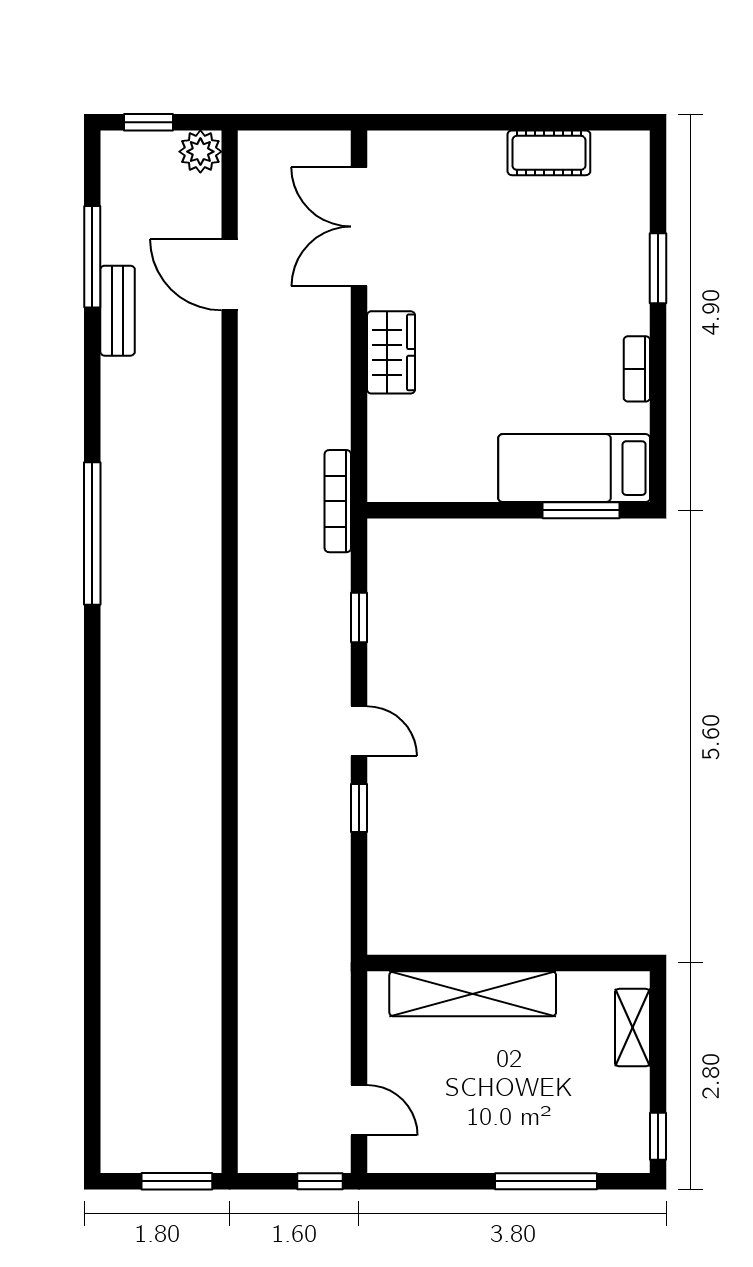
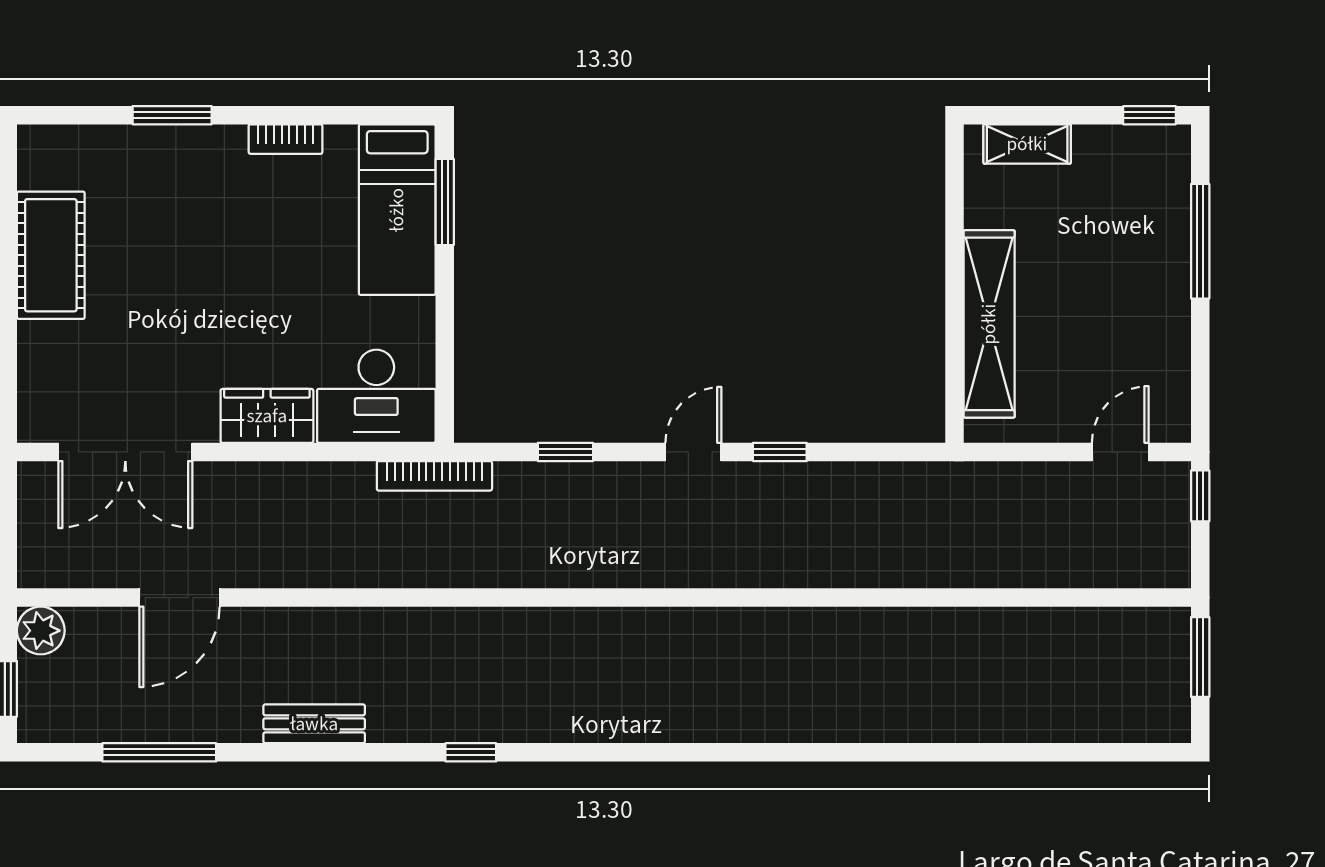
cot: (549, 153) -> (51, 255), width x1.37, depth x1.34
bench: (118, 311) -> (314, 724), moved
desk: (408, 450) -> (376, 396), added
window: (92, 533) -> (471, 752), width x0.32

